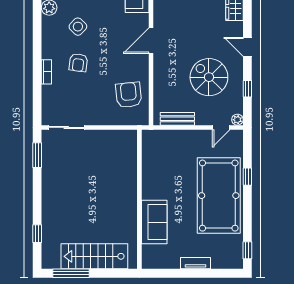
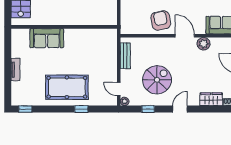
plant: (162, 16) -> (204, 44), added
armchair: (129, 95) -> (161, 21), moved, turned -95
pool table: (219, 196) -> (67, 87), width x0.73, depth x0.76

